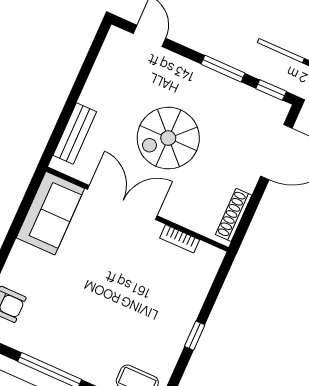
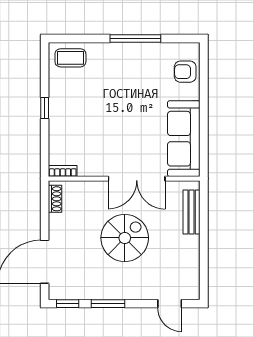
sofa: (50, 213) -> (184, 139), width x1.36
shoe rack: (234, 215) -> (55, 199), width x0.70
bookcase: (180, 239) -> (63, 171), moved

